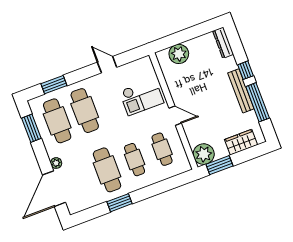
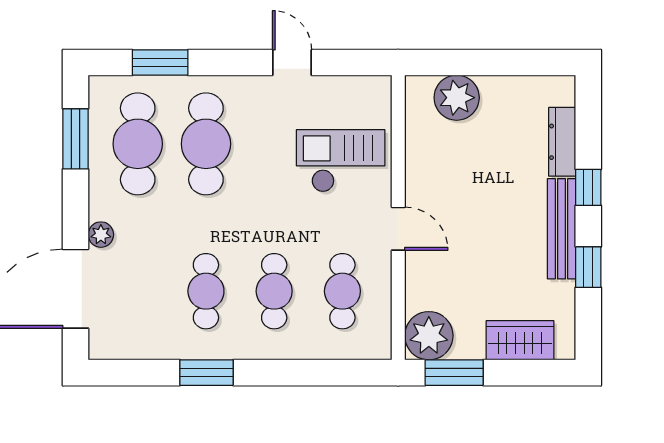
dresser: (223, 43) -> (562, 142), moved
checkout: (142, 97) -> (341, 161), turned 180
window: (258, 102) -> (588, 267), width x0.46
cafe table: (107, 170) -> (206, 291), width x0.73, depth x0.74

